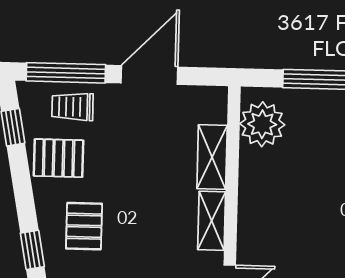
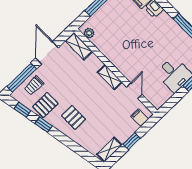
plant: (262, 124) -> (89, 33), width x0.53, depth x0.53
shelving: (212, 157) -> (79, 46), moved
window: (32, 250) -> (44, 125), moved

